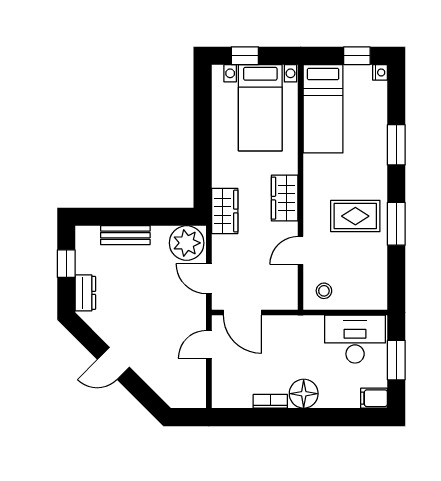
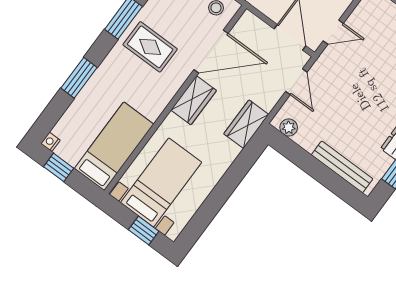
bench: (125, 235) -> (342, 167), width x1.36
plant: (187, 243) -> (289, 127), width x0.53, depth x0.53
door: (301, 250) -> (211, 52), width x1.87

